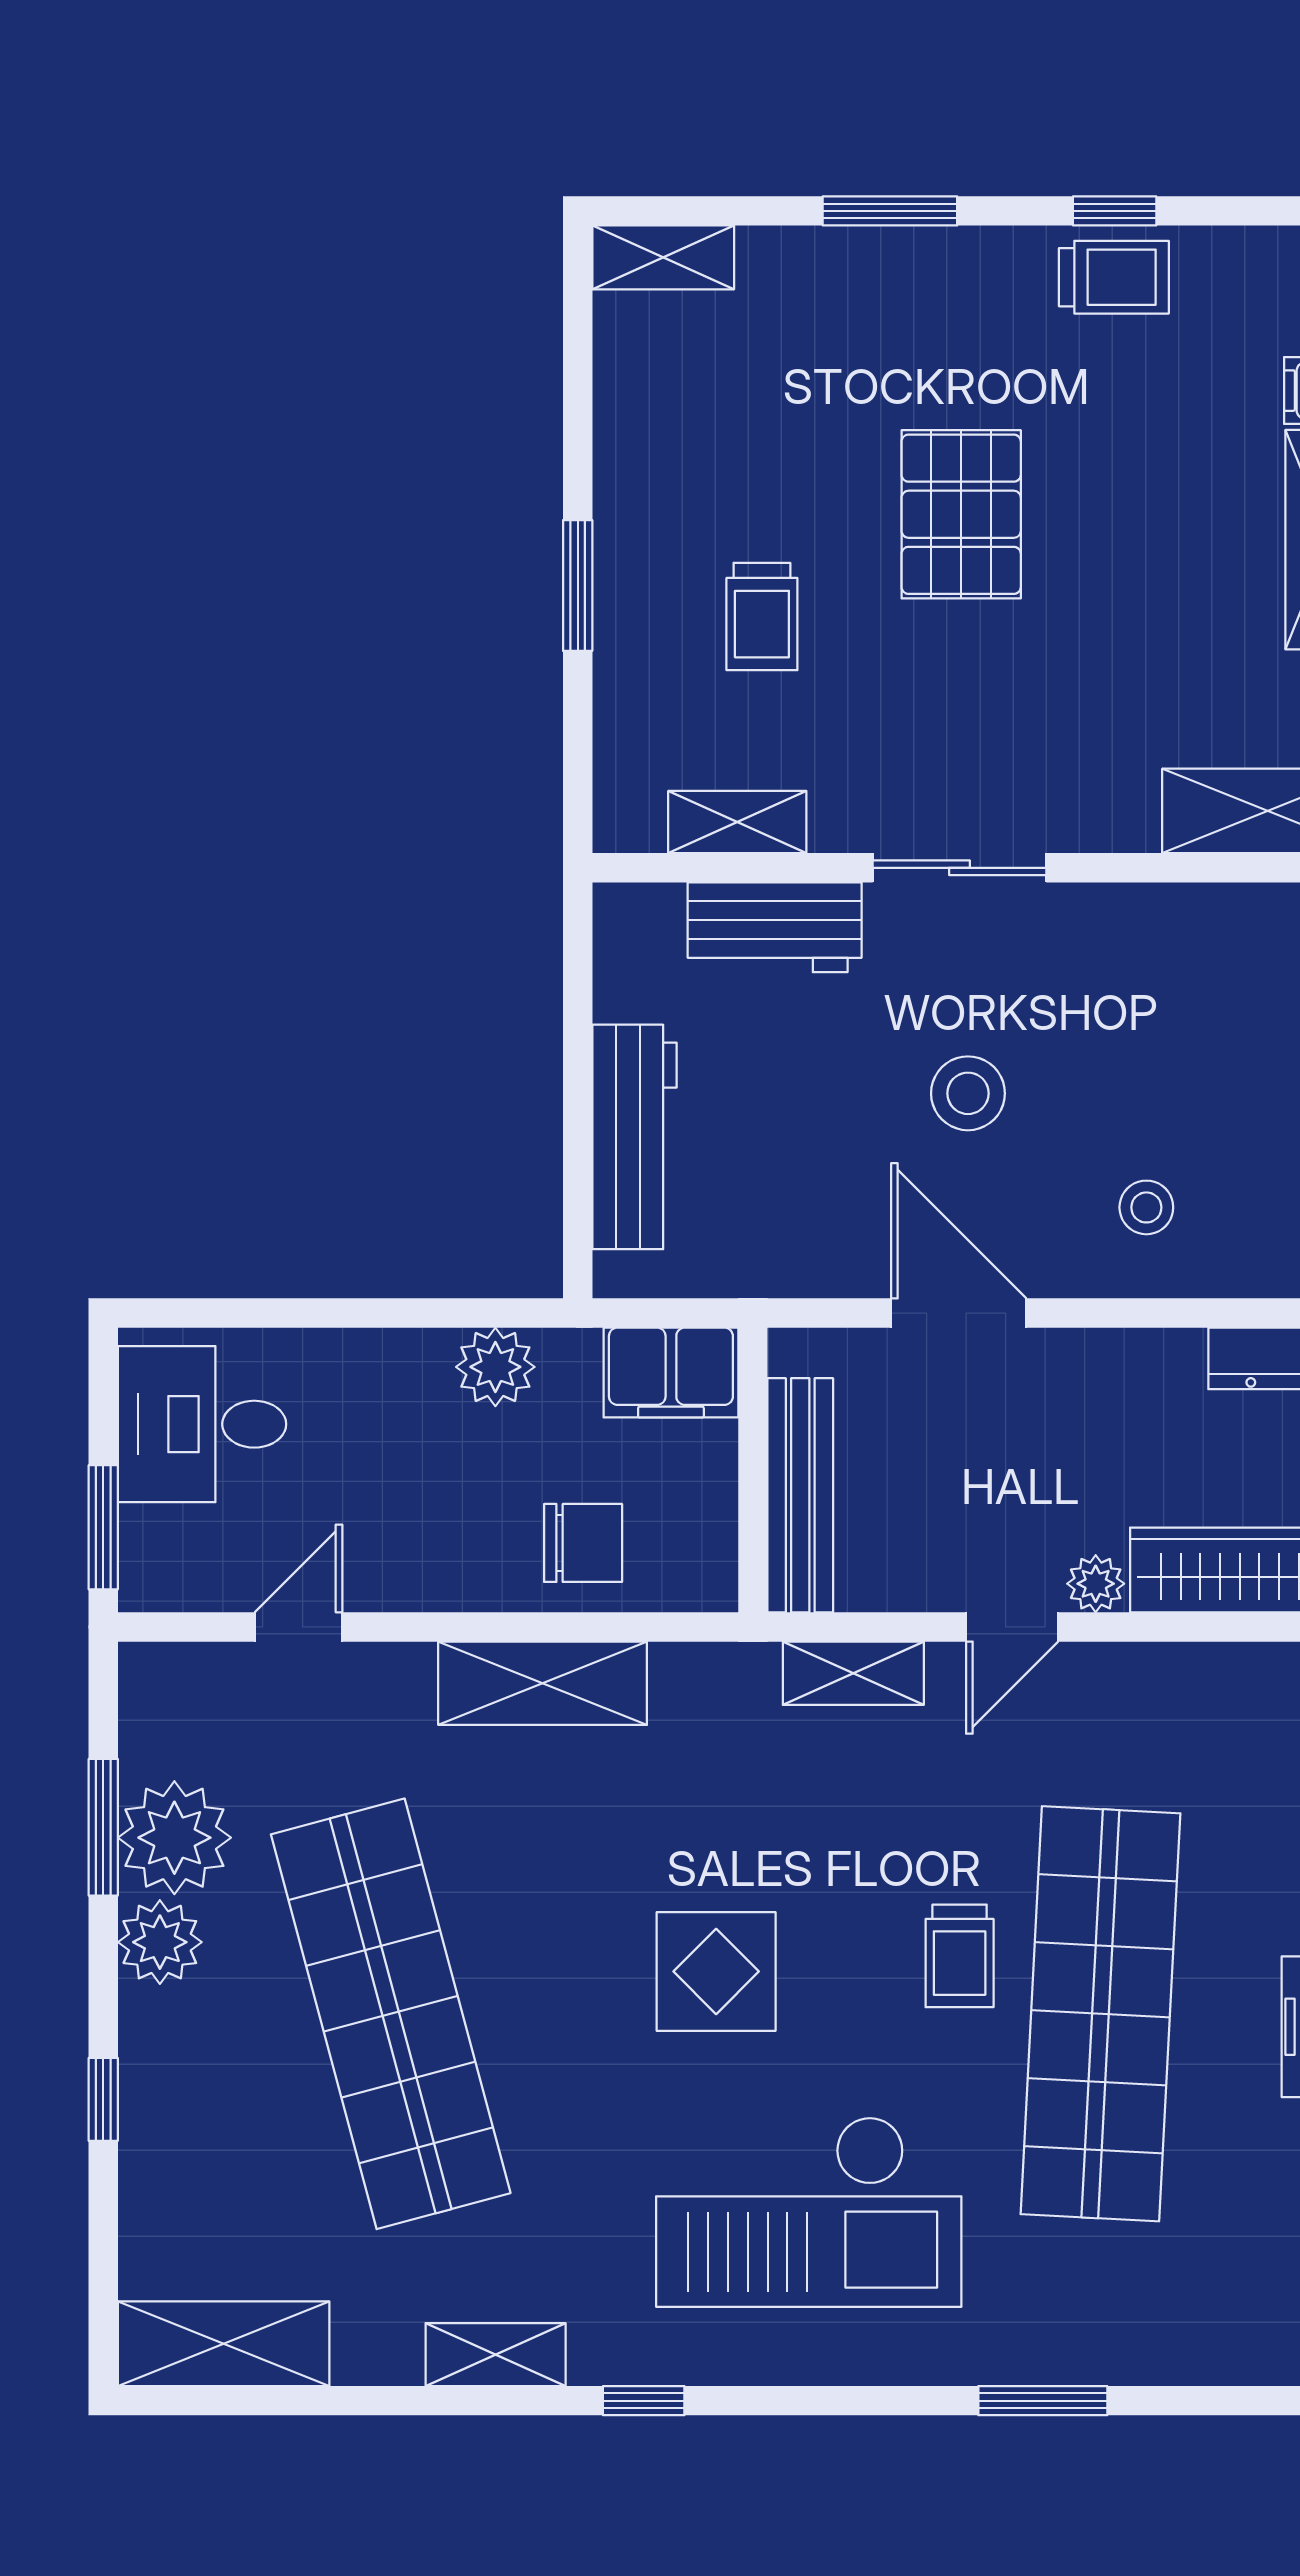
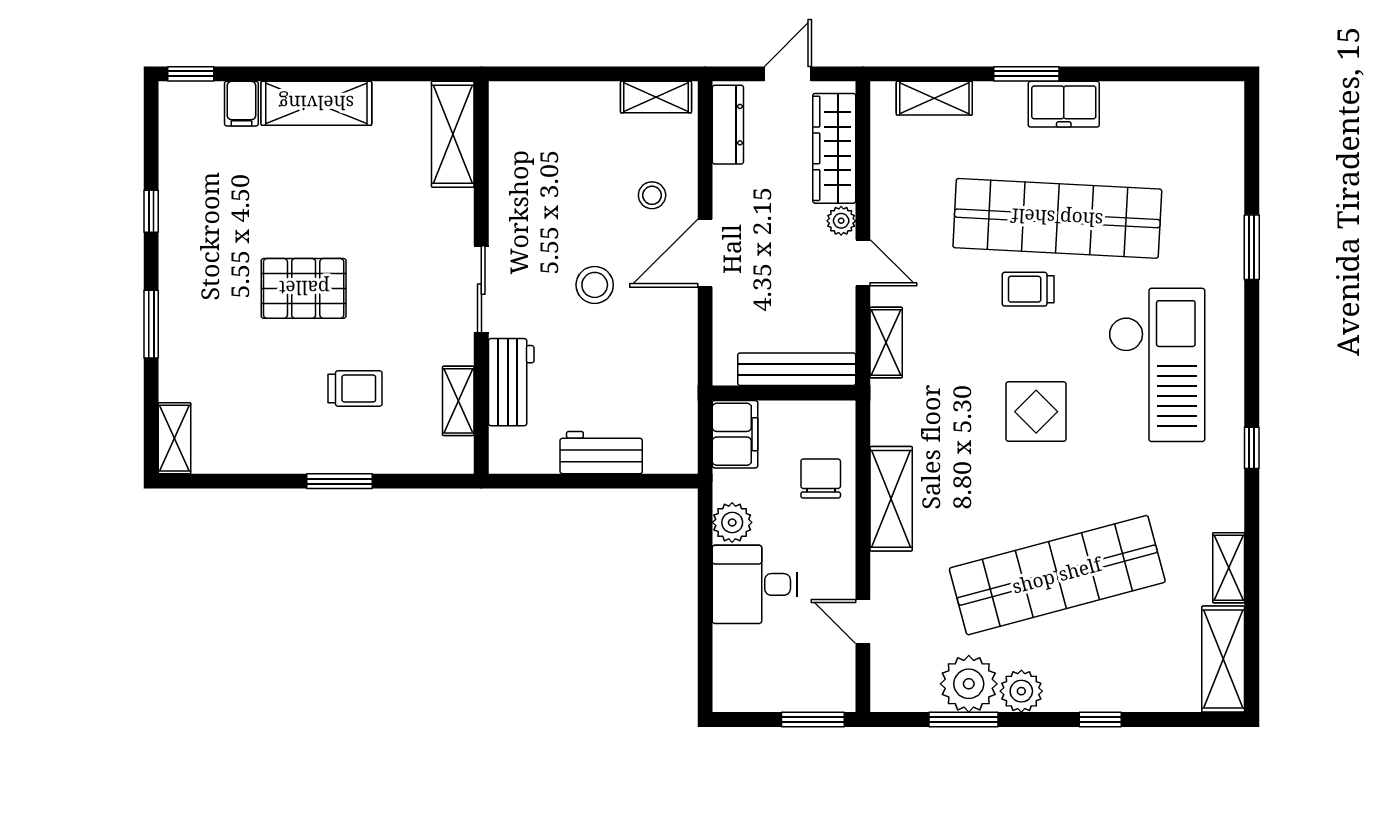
trolley: (1114, 277) -> (184, 212), removed
workbench: (634, 1137) -> (601, 453), width x0.73
door: (959, 1313) -> (705, 253), moved
desk: (202, 1424) -> (755, 584), moved, turned 90
trolley: (960, 1956) -> (1028, 289), turned 180
shelving: (496, 2355) -> (1229, 568), moved

